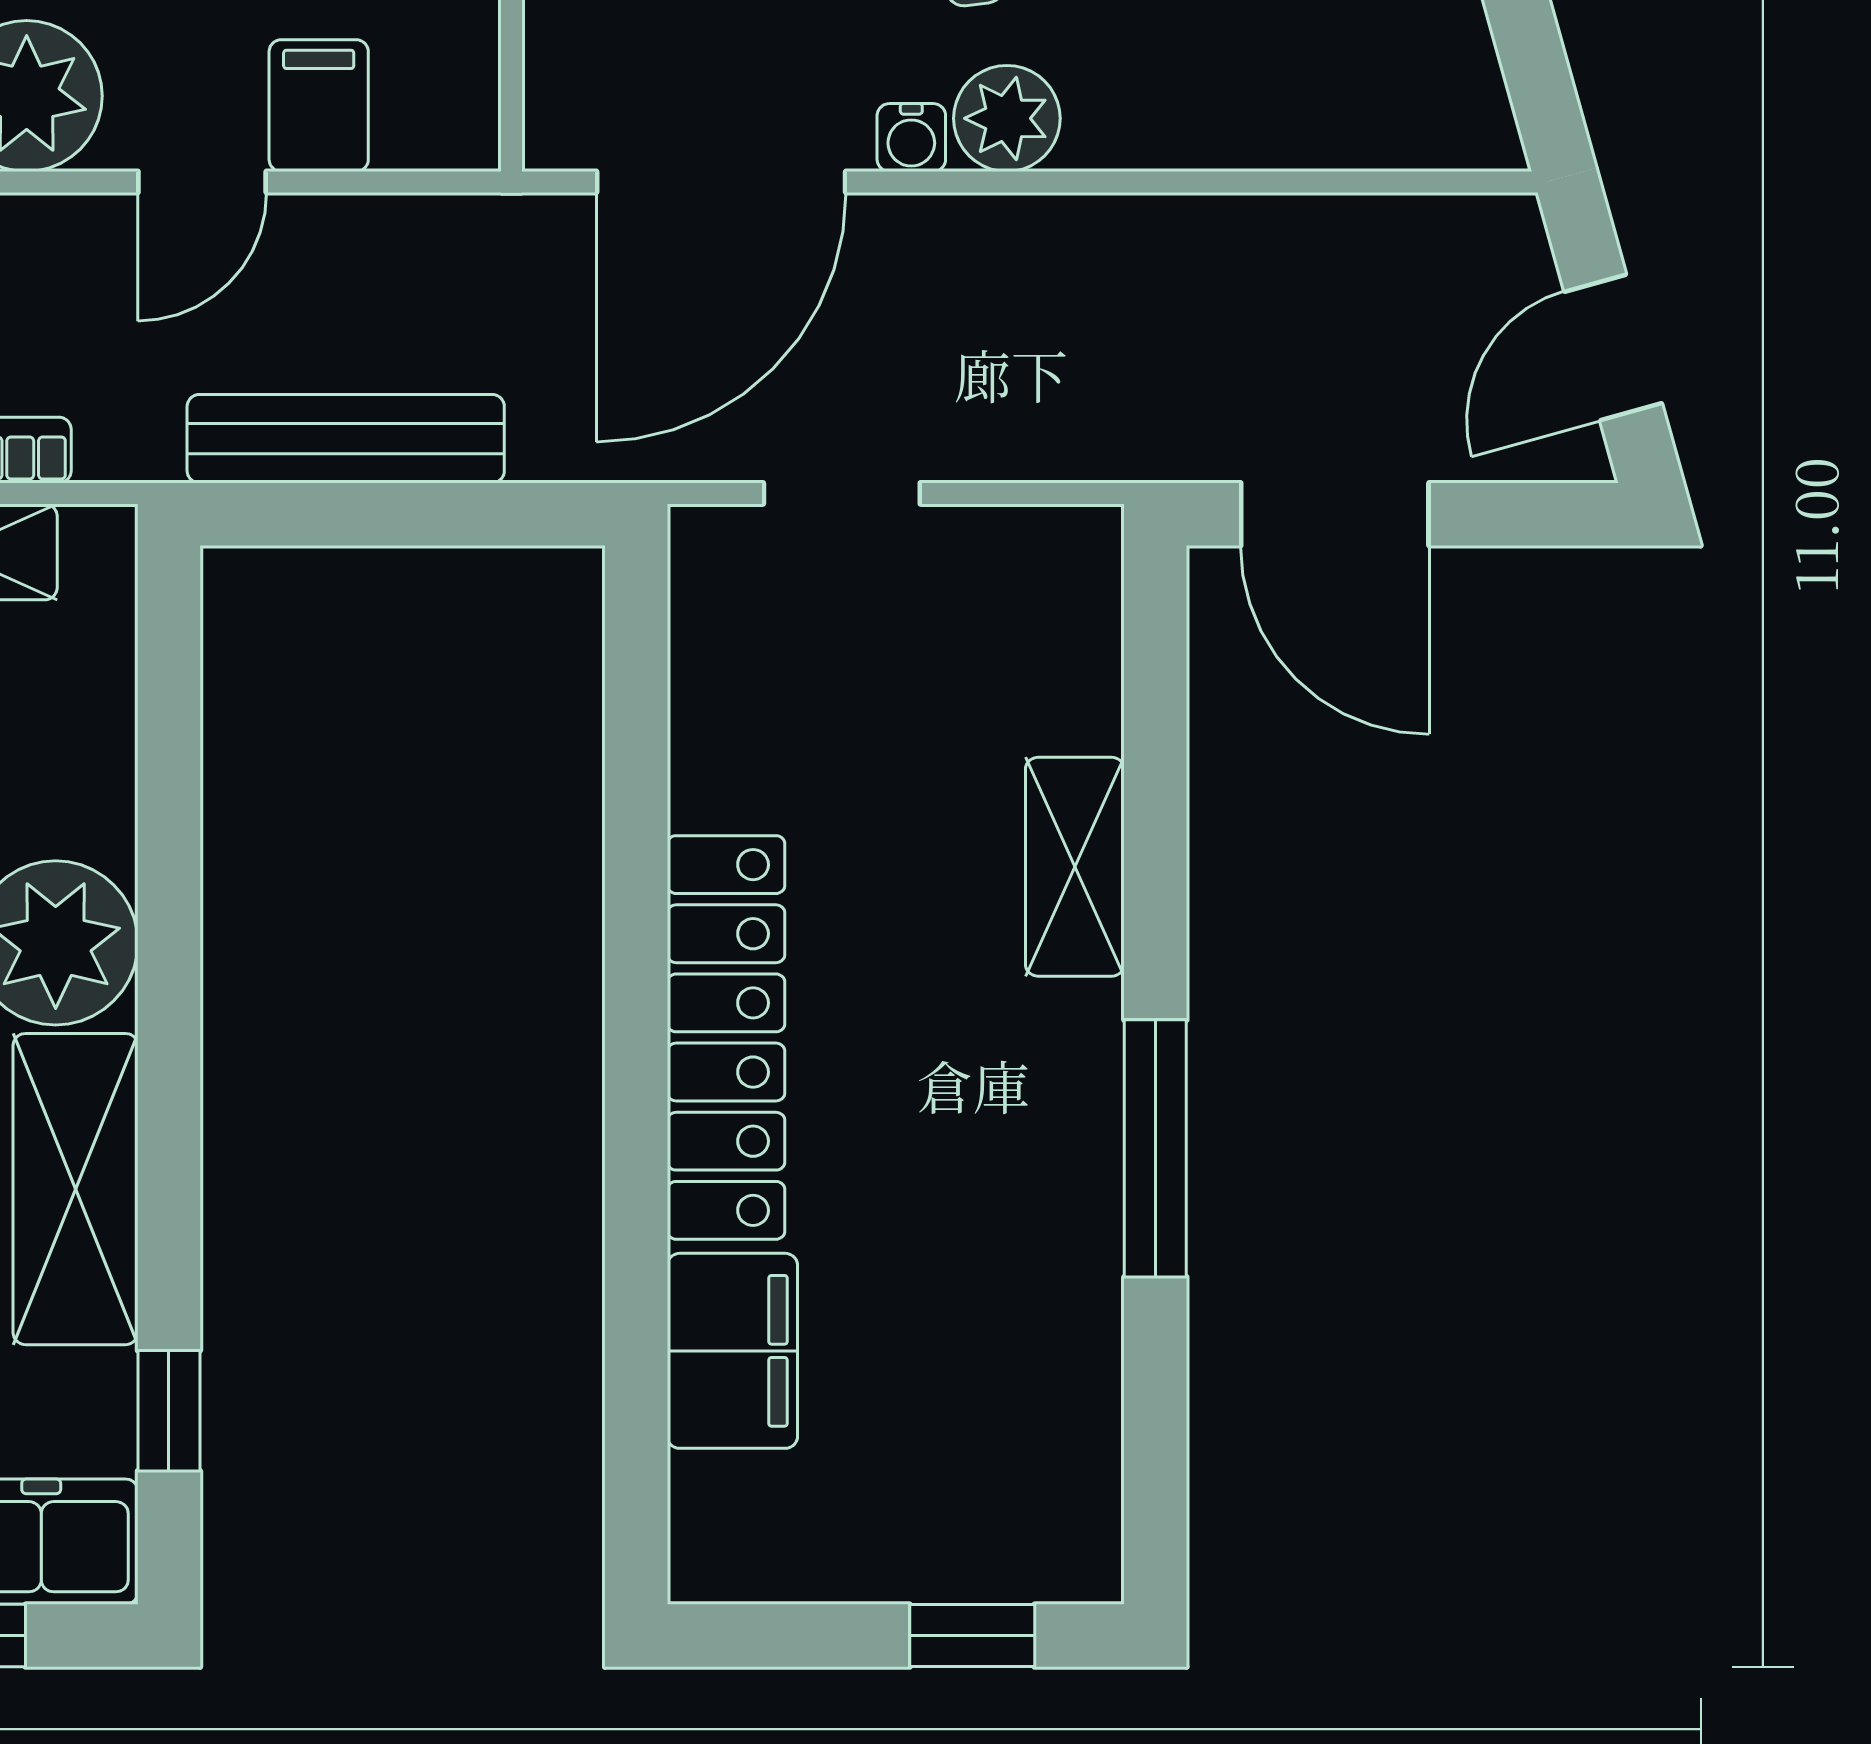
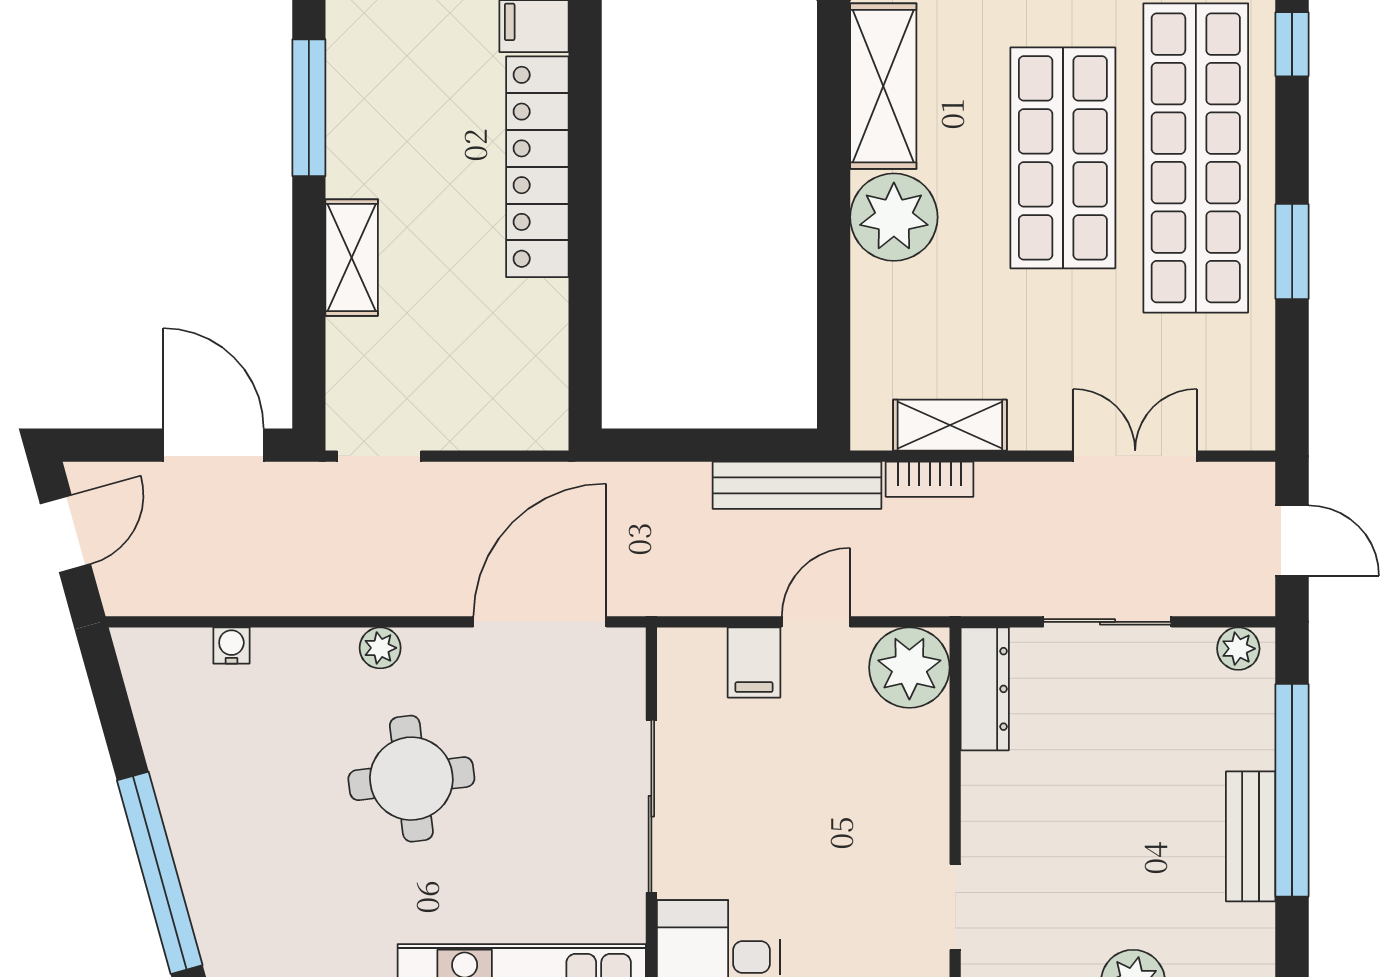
plant: (1007, 118) -> (380, 648), width x0.73, depth x0.73
water cooler: (911, 138) -> (231, 646), moved
bench: (346, 439) -> (797, 485), moved
doorway: (842, 493) -> (379, 456), moved

